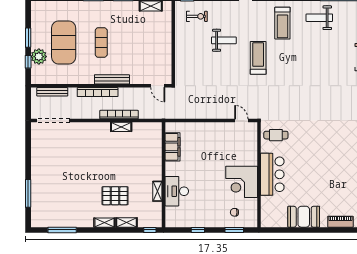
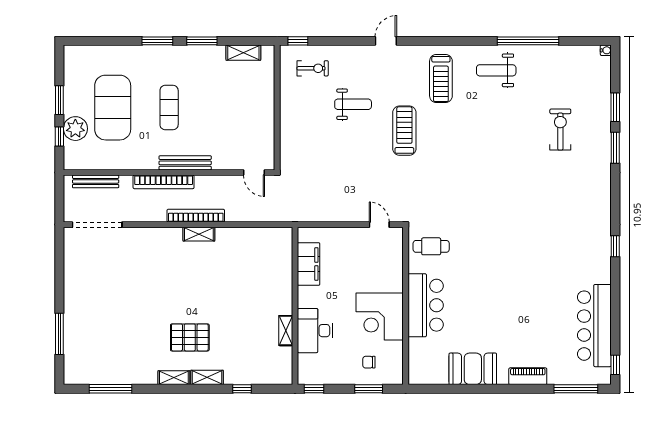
filing cabinet: (173, 147) -> (309, 264), moved
wall: (164, 175) -> (295, 306), moved
shelving: (157, 191) -> (286, 331), moved
desk: (177, 191) -> (315, 331), moved

